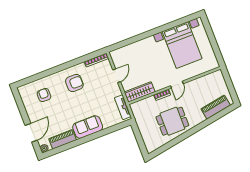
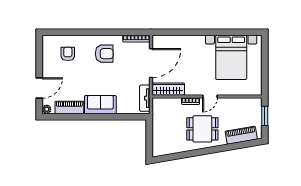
door: (117, 76) -> (151, 63), width x1.88
window: (229, 83) -> (265, 116), added
dining table: (172, 121) -> (202, 129), moved

